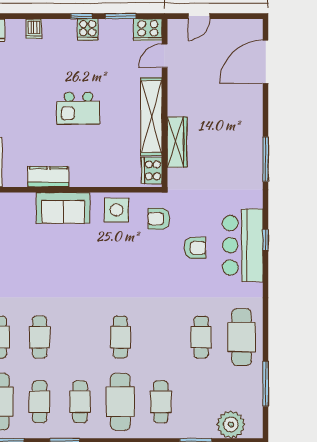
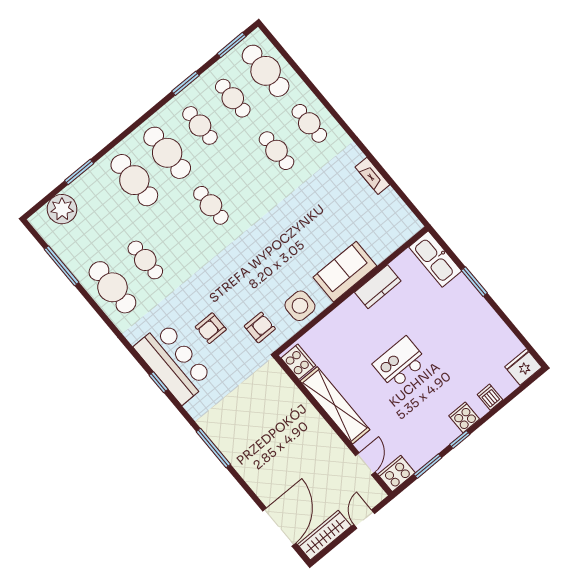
cooker: (88, 29) -> (464, 417), moved
wardrobe: (177, 142) -> (324, 535), moved, turned 90
cafe table: (161, 402) -> (134, 180), width x1.37, depth x1.35

